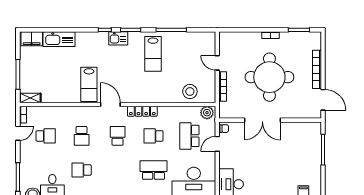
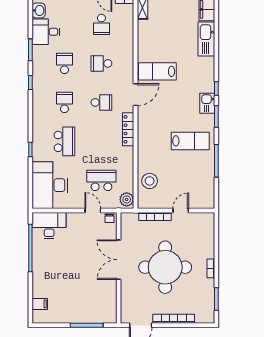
lab bench: (153, 54) -> (190, 141), turned 180
school desk: (153, 136) -> (64, 102), moved

